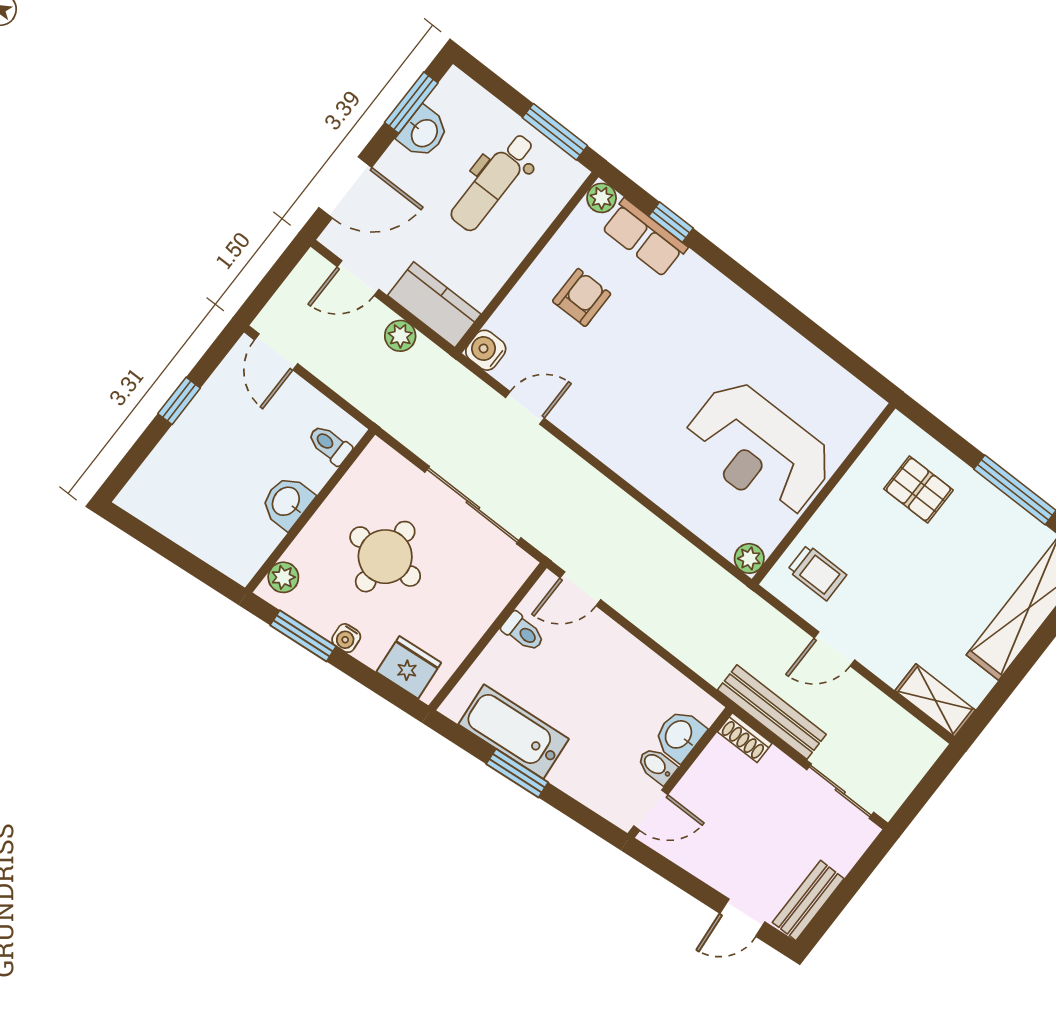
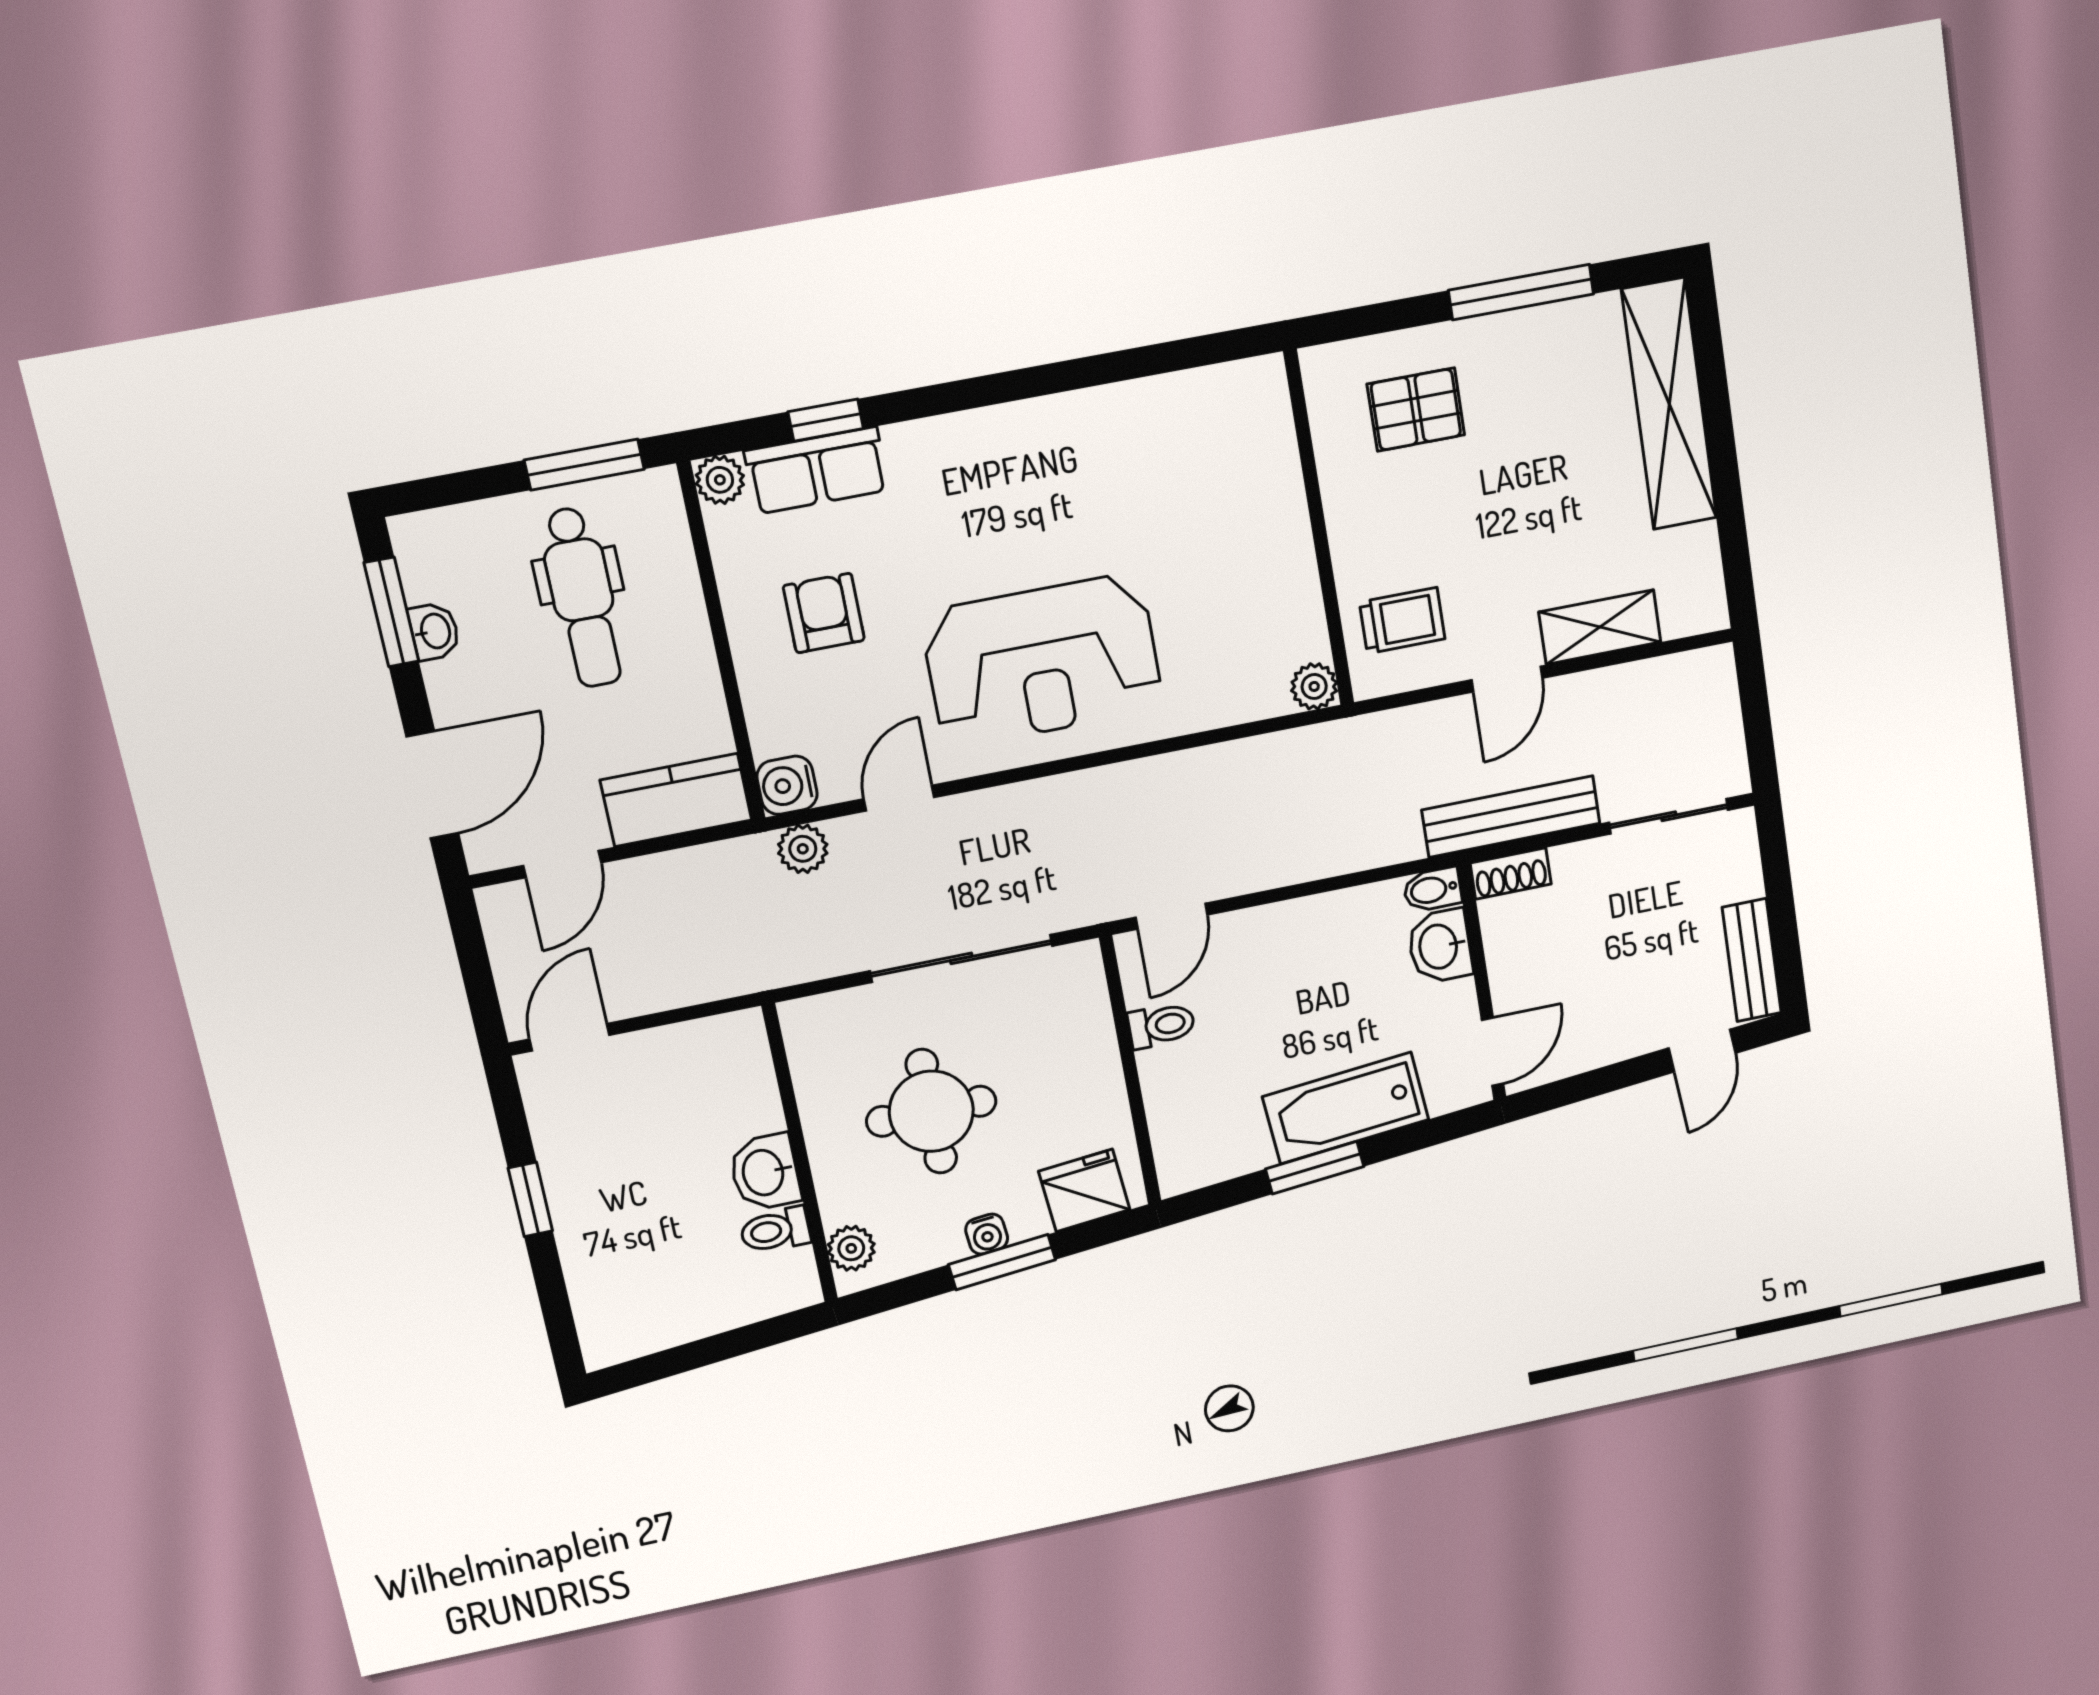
washbasin: (424, 132) -> (434, 631), width x0.72, depth x0.69
plant: (400, 336) -> (803, 849), moved
door: (276, 352) -> (569, 1037), swing flipped
toilet: (330, 445) -> (775, 1230), moved
reception desk: (758, 450) -> (1042, 661), moved
window: (303, 636) -> (1002, 1262), moved
shelving: (935, 700) -> (1600, 627), moved
bathtub: (514, 732) -> (1346, 1108), moved
bidet: (657, 766) -> (1432, 890), moved

